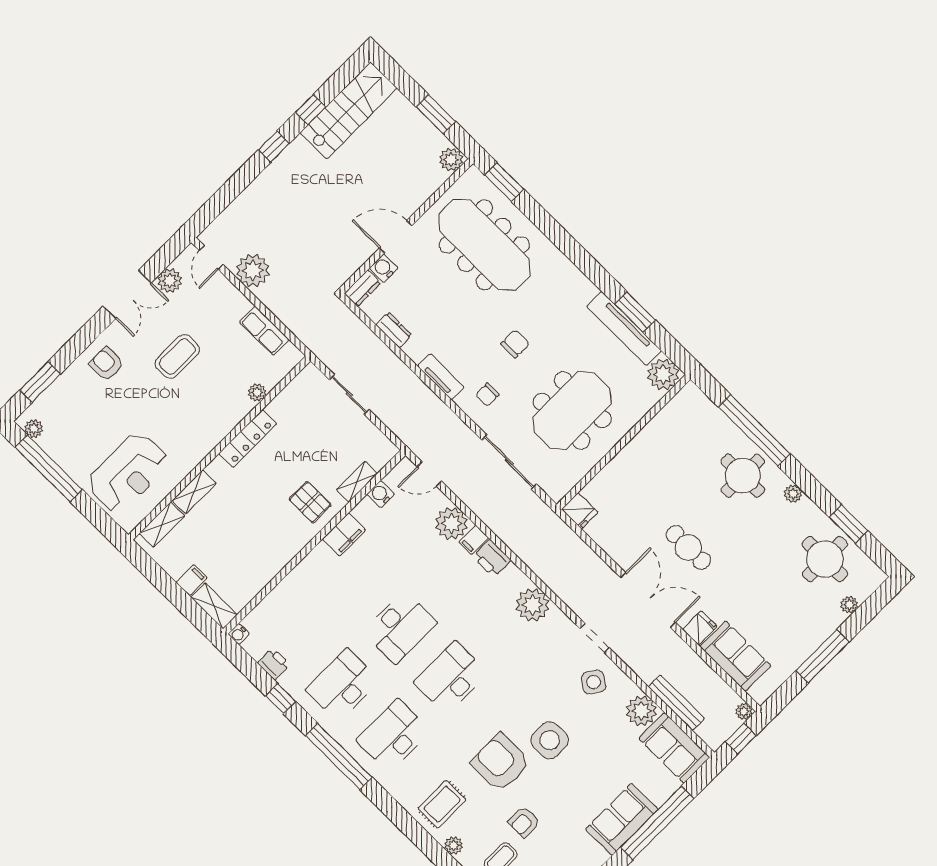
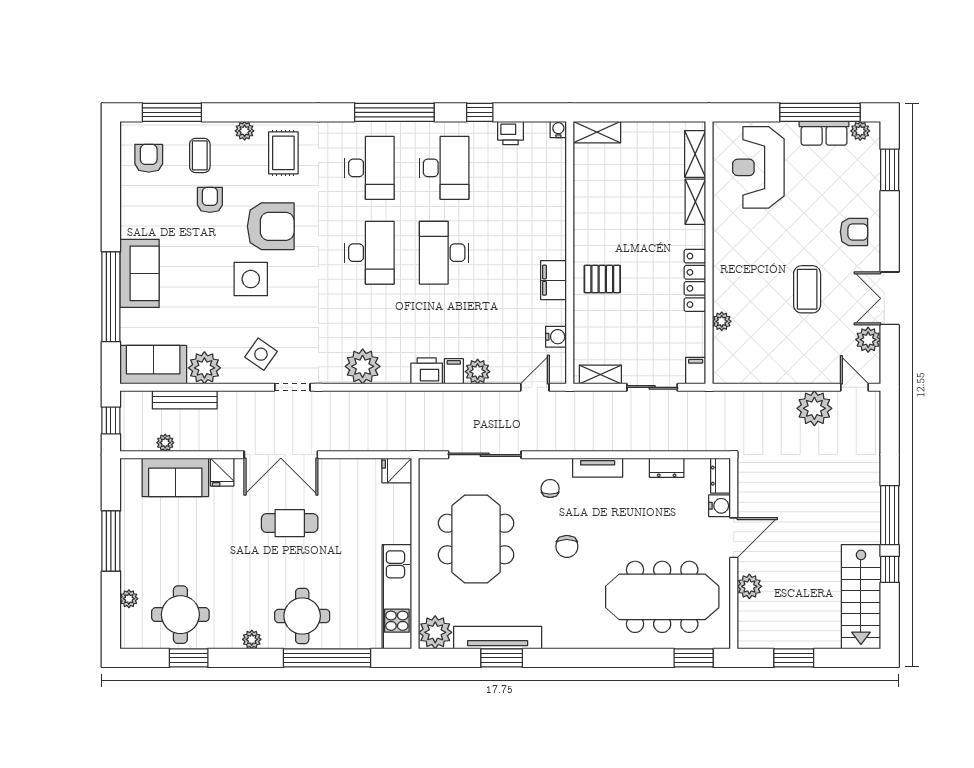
window: (274, 147) -> (890, 515), width x2.17
plant: (451, 160) -> (749, 586), moved
row of seats: (264, 331) -> (824, 133), moved, turned 180
kitchen unit: (665, 425) -> (397, 597), added
shelving: (357, 482) -> (600, 375), moved, turned 90
plant: (451, 524) -> (478, 372), width x0.73, depth x0.73
filing cabinet: (192, 580) -> (696, 371), moved, turned 180
plant: (744, 711) -> (165, 443), moved

